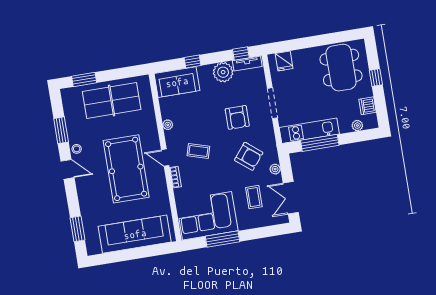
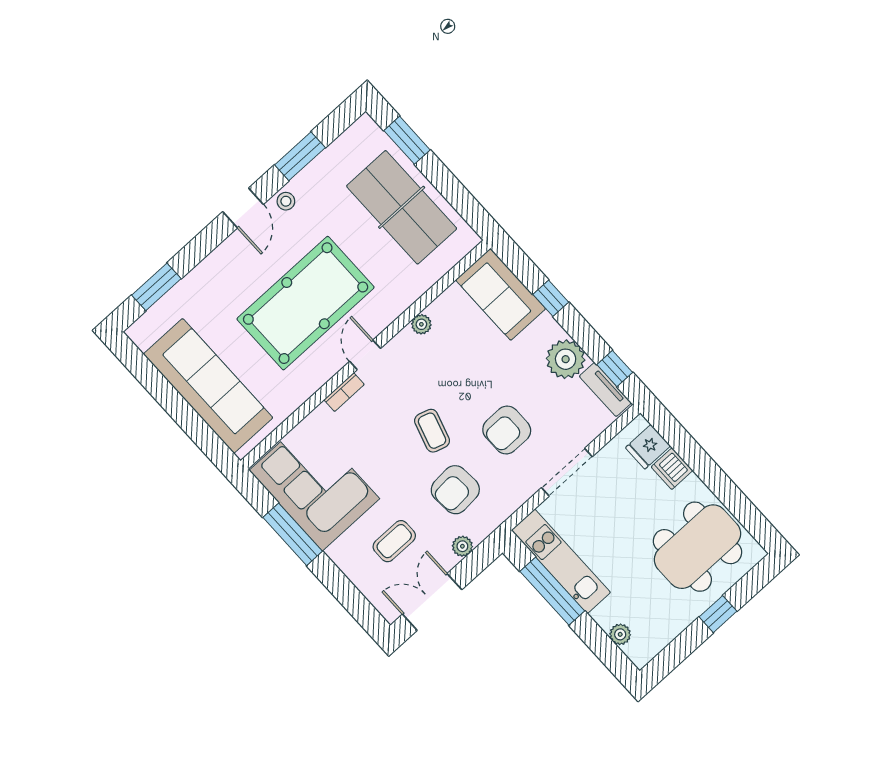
dishwasher: (368, 106) -> (672, 469), moved, turned -90
coffee table: (198, 151) -> (432, 431), moved
armchair: (249, 156) -> (455, 490), turned 47

